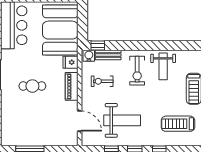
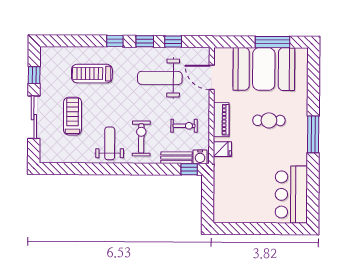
booth: (60, 30) -> (264, 69), moved, turned 90
treadmill: (178, 124) -> (92, 74), turned 180

